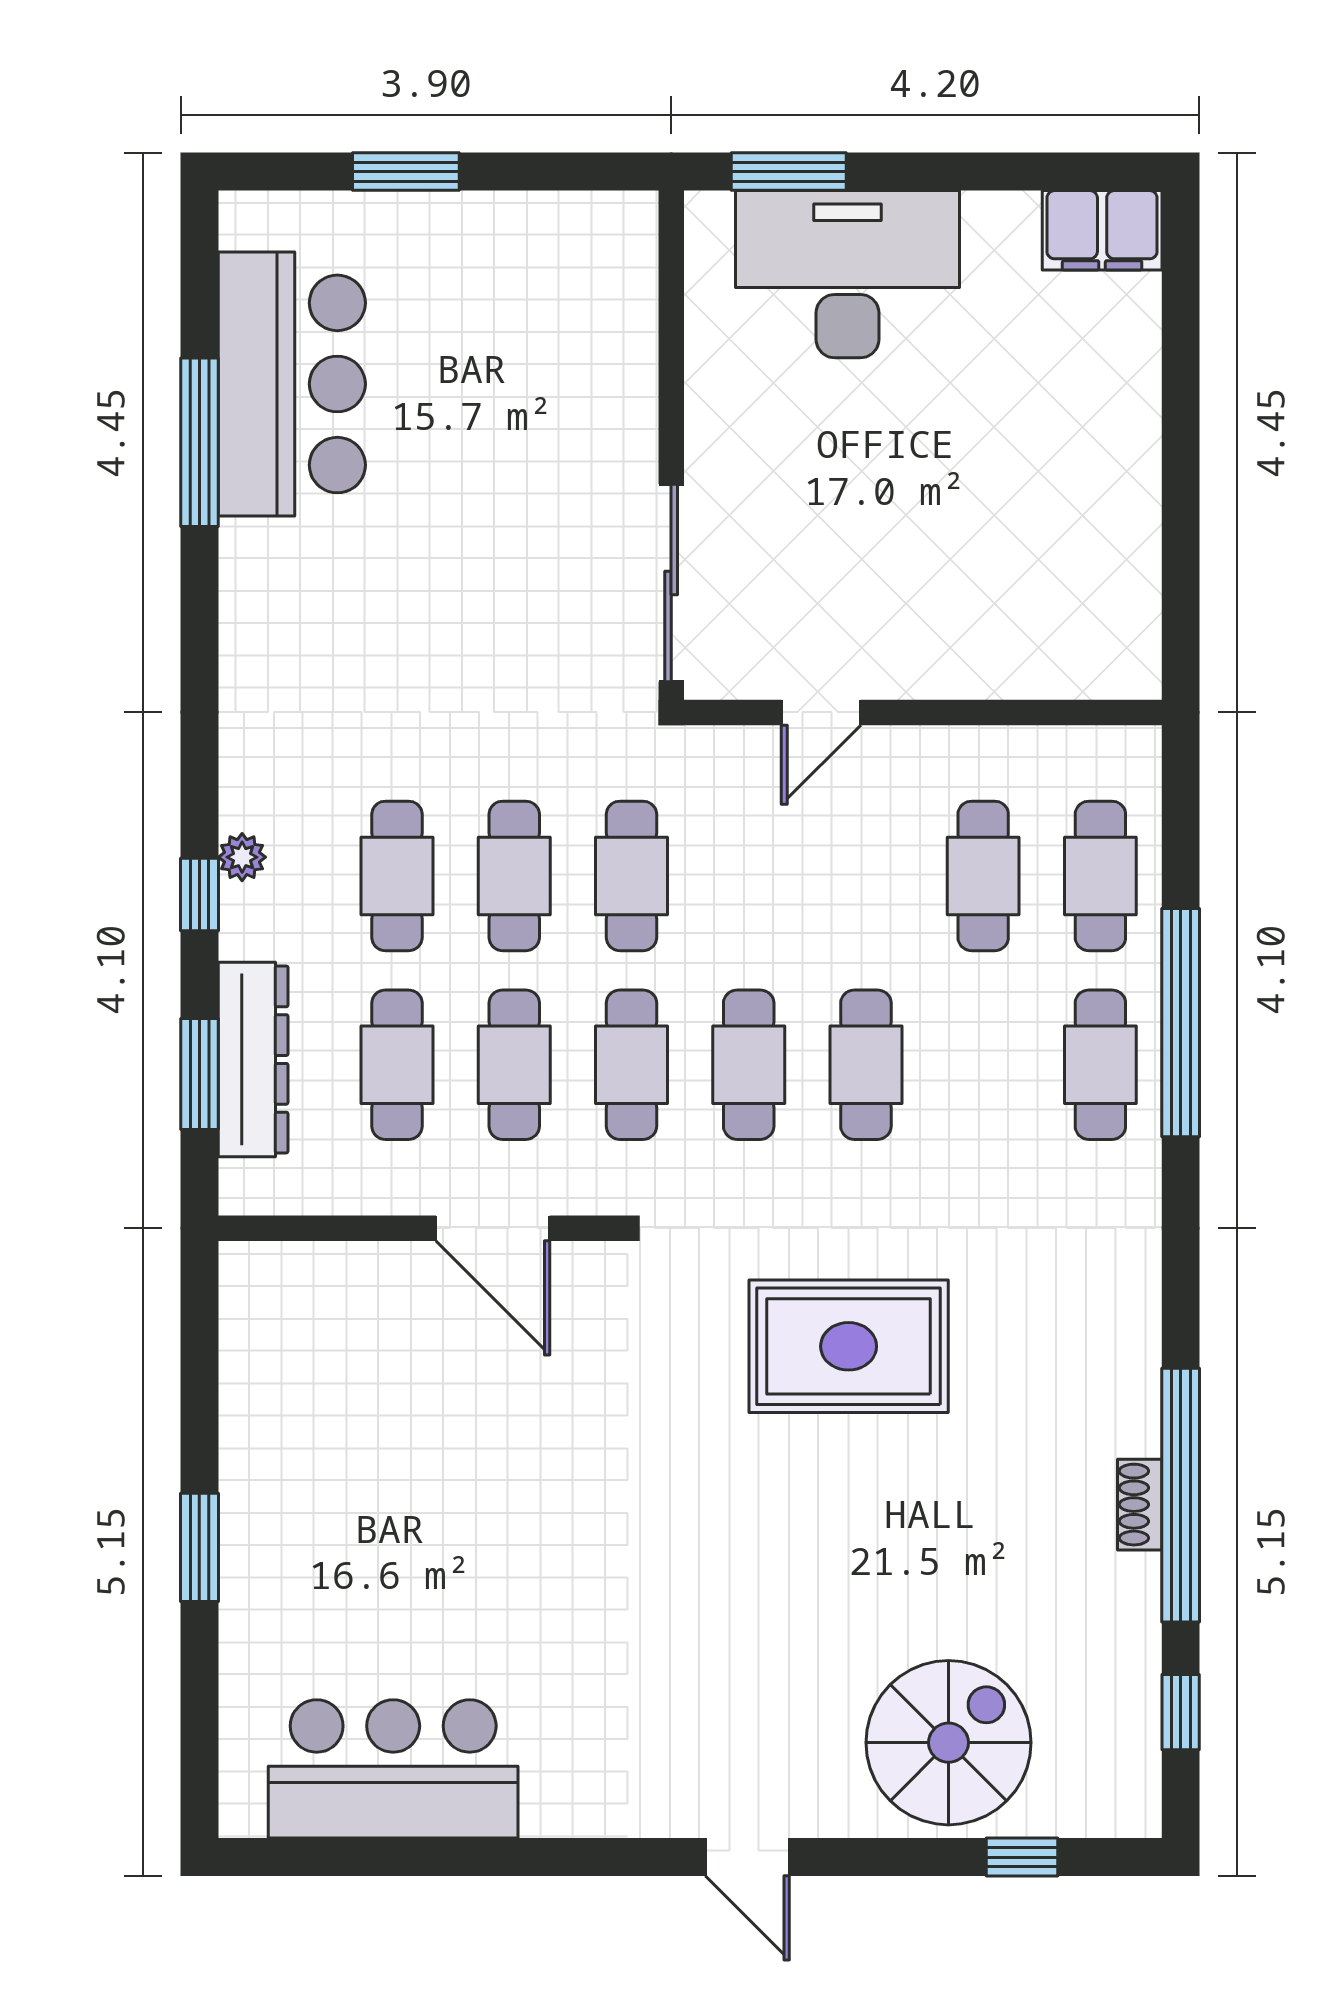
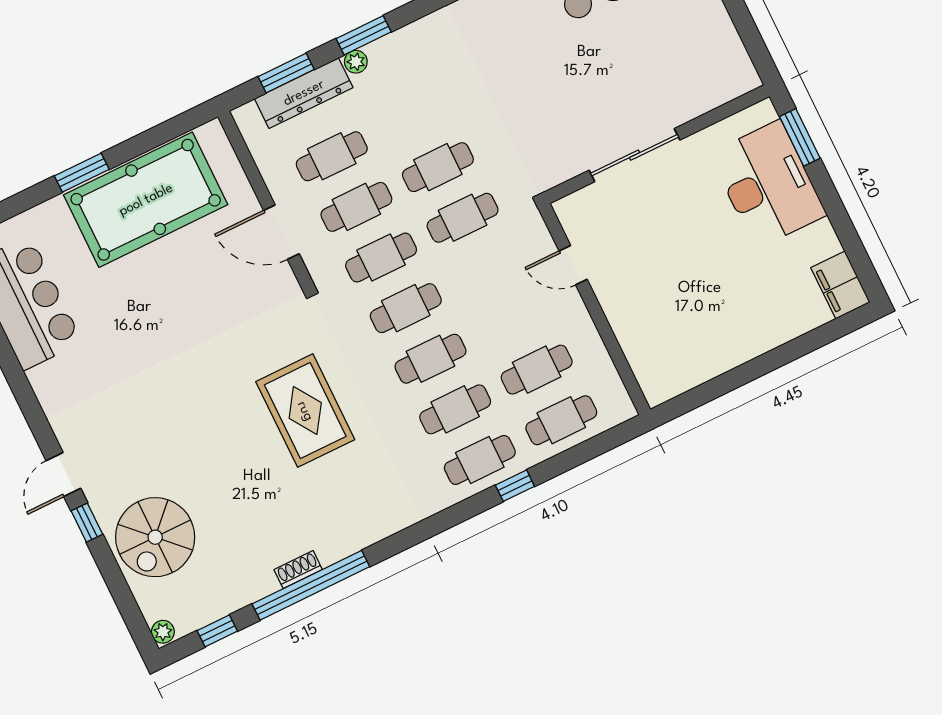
sliding door: (671, 583) -> (635, 155), moved
plant: (242, 857) -> (356, 62), moved
cafe table: (397, 876) -> (455, 409), moved
window: (199, 894) -> (364, 35), width x1.50
window: (1181, 1023) -> (515, 486), width x0.32
door: (493, 1228) -> (281, 232), hinge flipped
pool table: (308, 1453) -> (146, 200), added
spiral stairs: (948, 1743) -> (155, 537), turned 90
plant: (1133, 1814) -> (163, 632), added
window: (1022, 1857) -> (87, 523), moved

